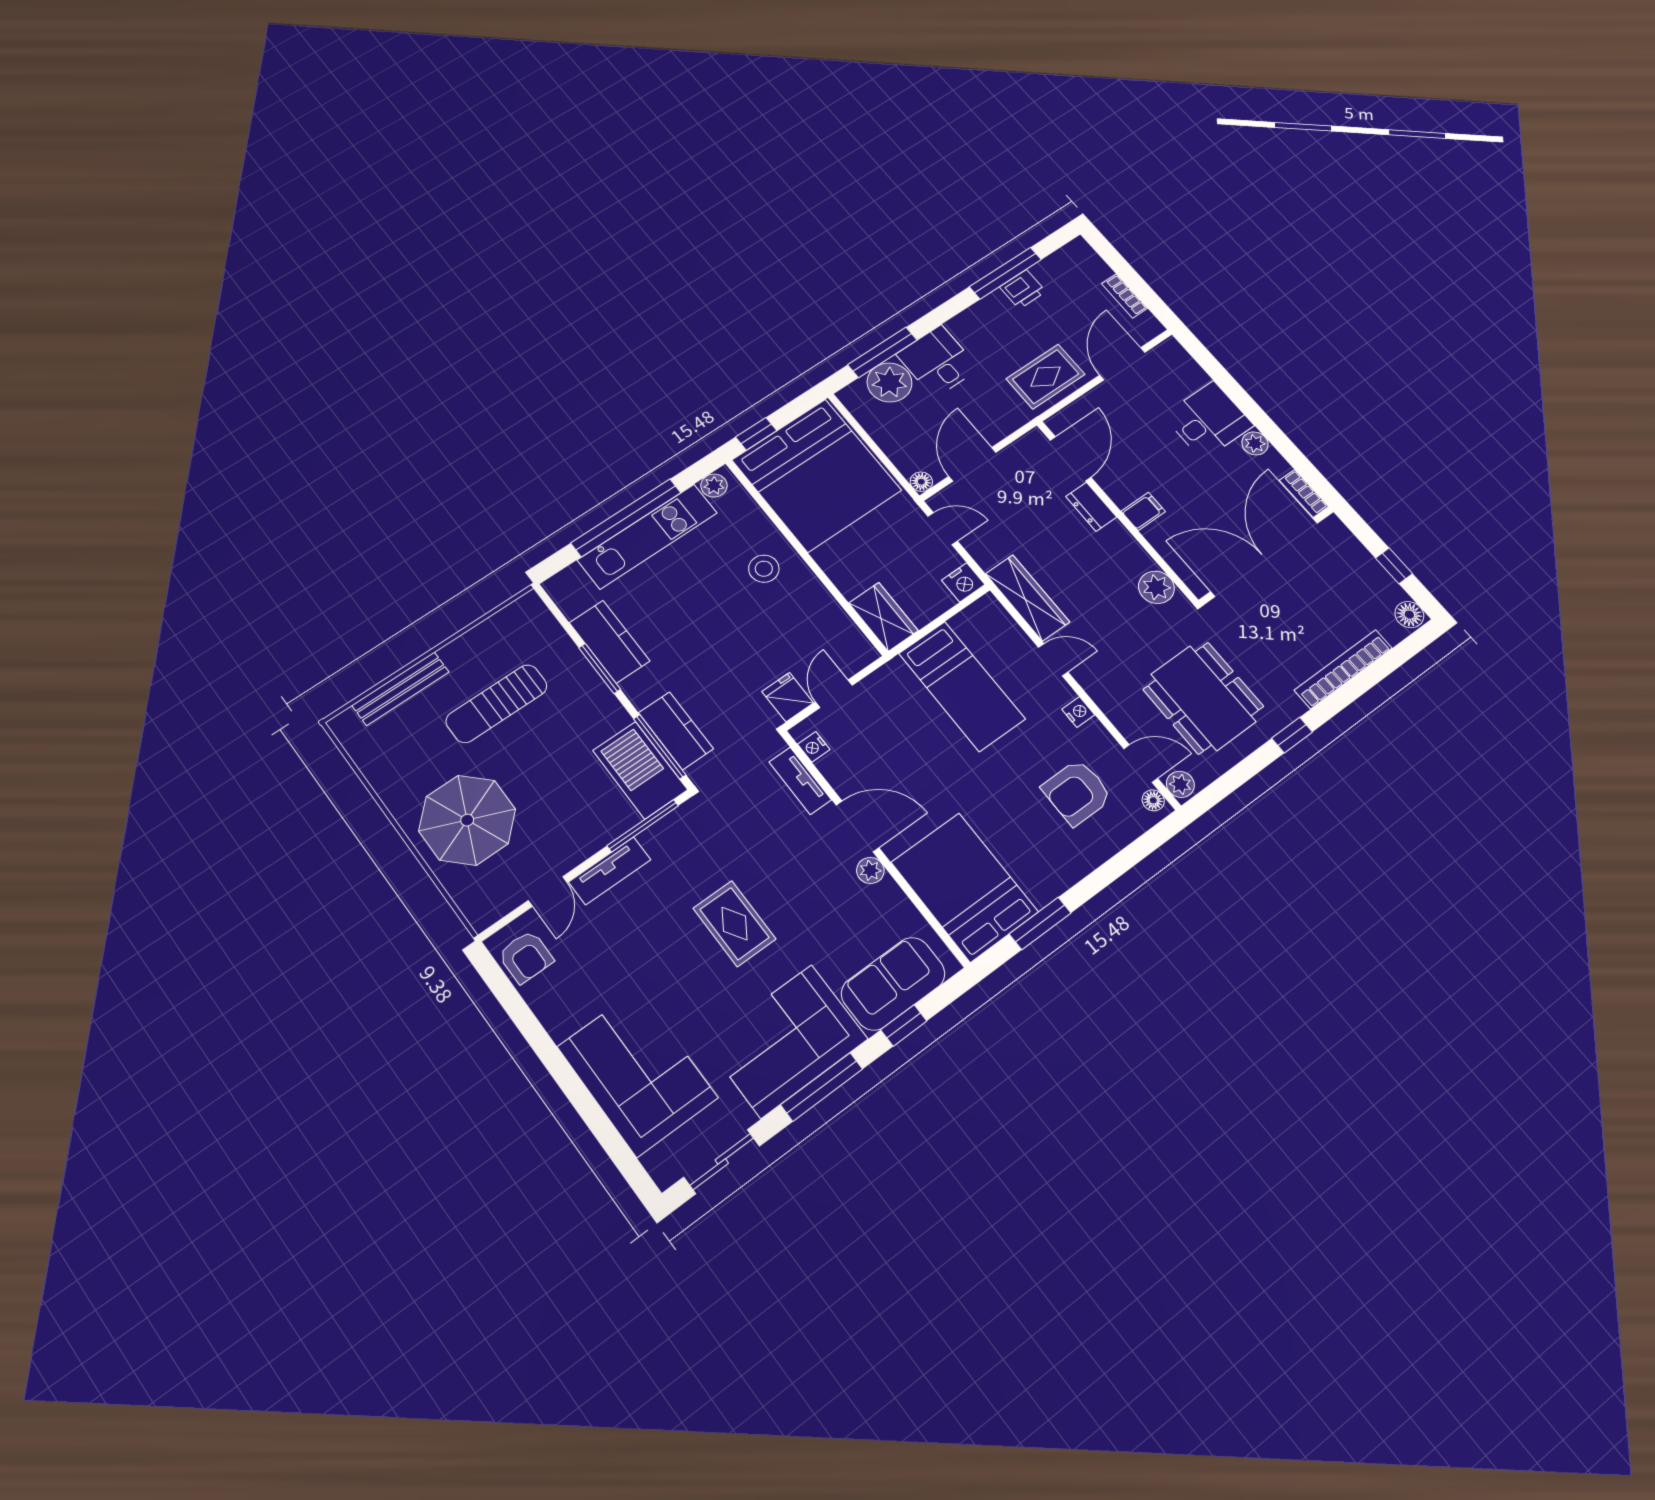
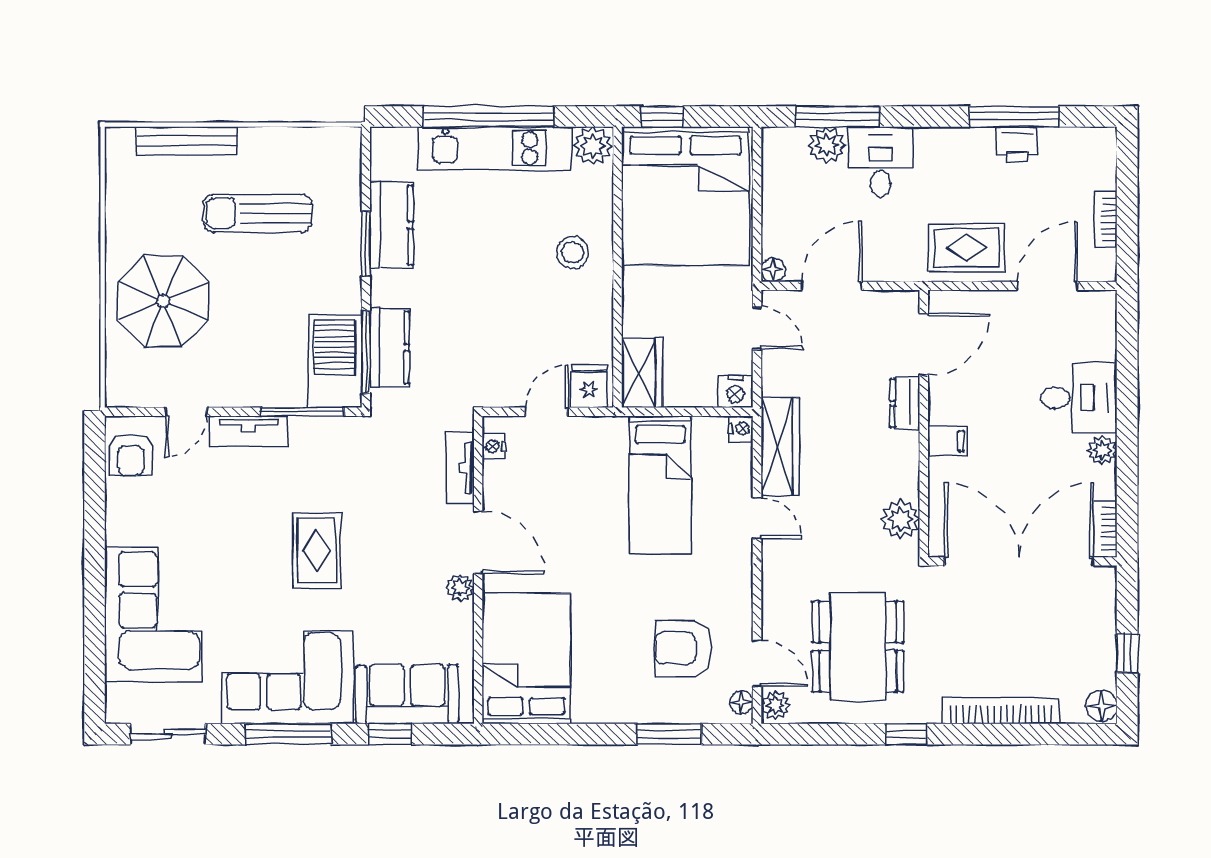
plant: (889, 382) -> (827, 145), width x0.73, depth x0.73
plant: (714, 486) -> (593, 146), width x1.38, depth x1.38
fridge: (788, 697) -> (589, 386), moved
nightstand: (1078, 712) -> (741, 429), moved
window: (1040, 923) -> (669, 734), moved

